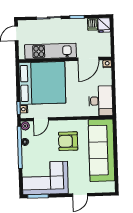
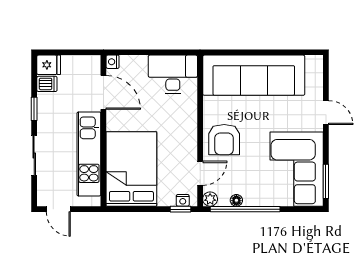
bed: (42, 83) -> (131, 169), width x0.73
door: (41, 119) -> (200, 173), hinge flipped
armchair: (68, 141) -> (224, 140), moved

